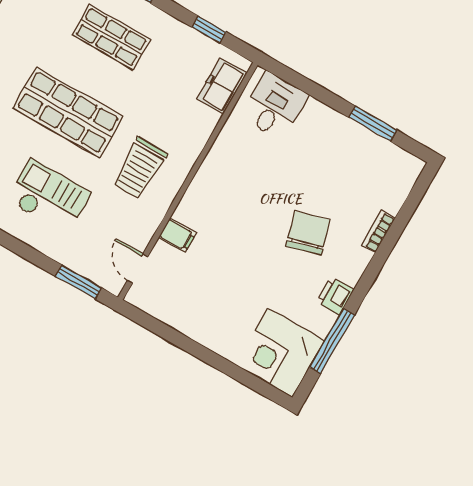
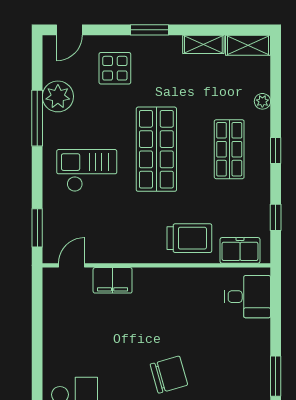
trolley: (140, 168) -> (189, 238), moved, turned 180
checkout: (49, 197) -> (87, 171), turned -90
filing cabinet: (177, 235) -> (113, 280), width x2.00

